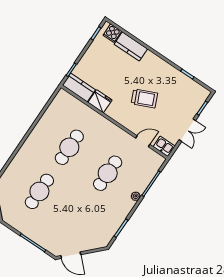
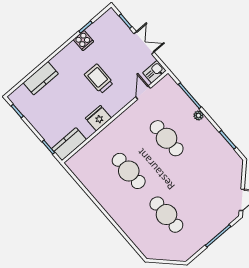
cooker: (112, 33) -> (83, 41), moved
trolley: (144, 98) -> (99, 79), turned -66
fridge: (100, 101) -> (98, 118), moved

